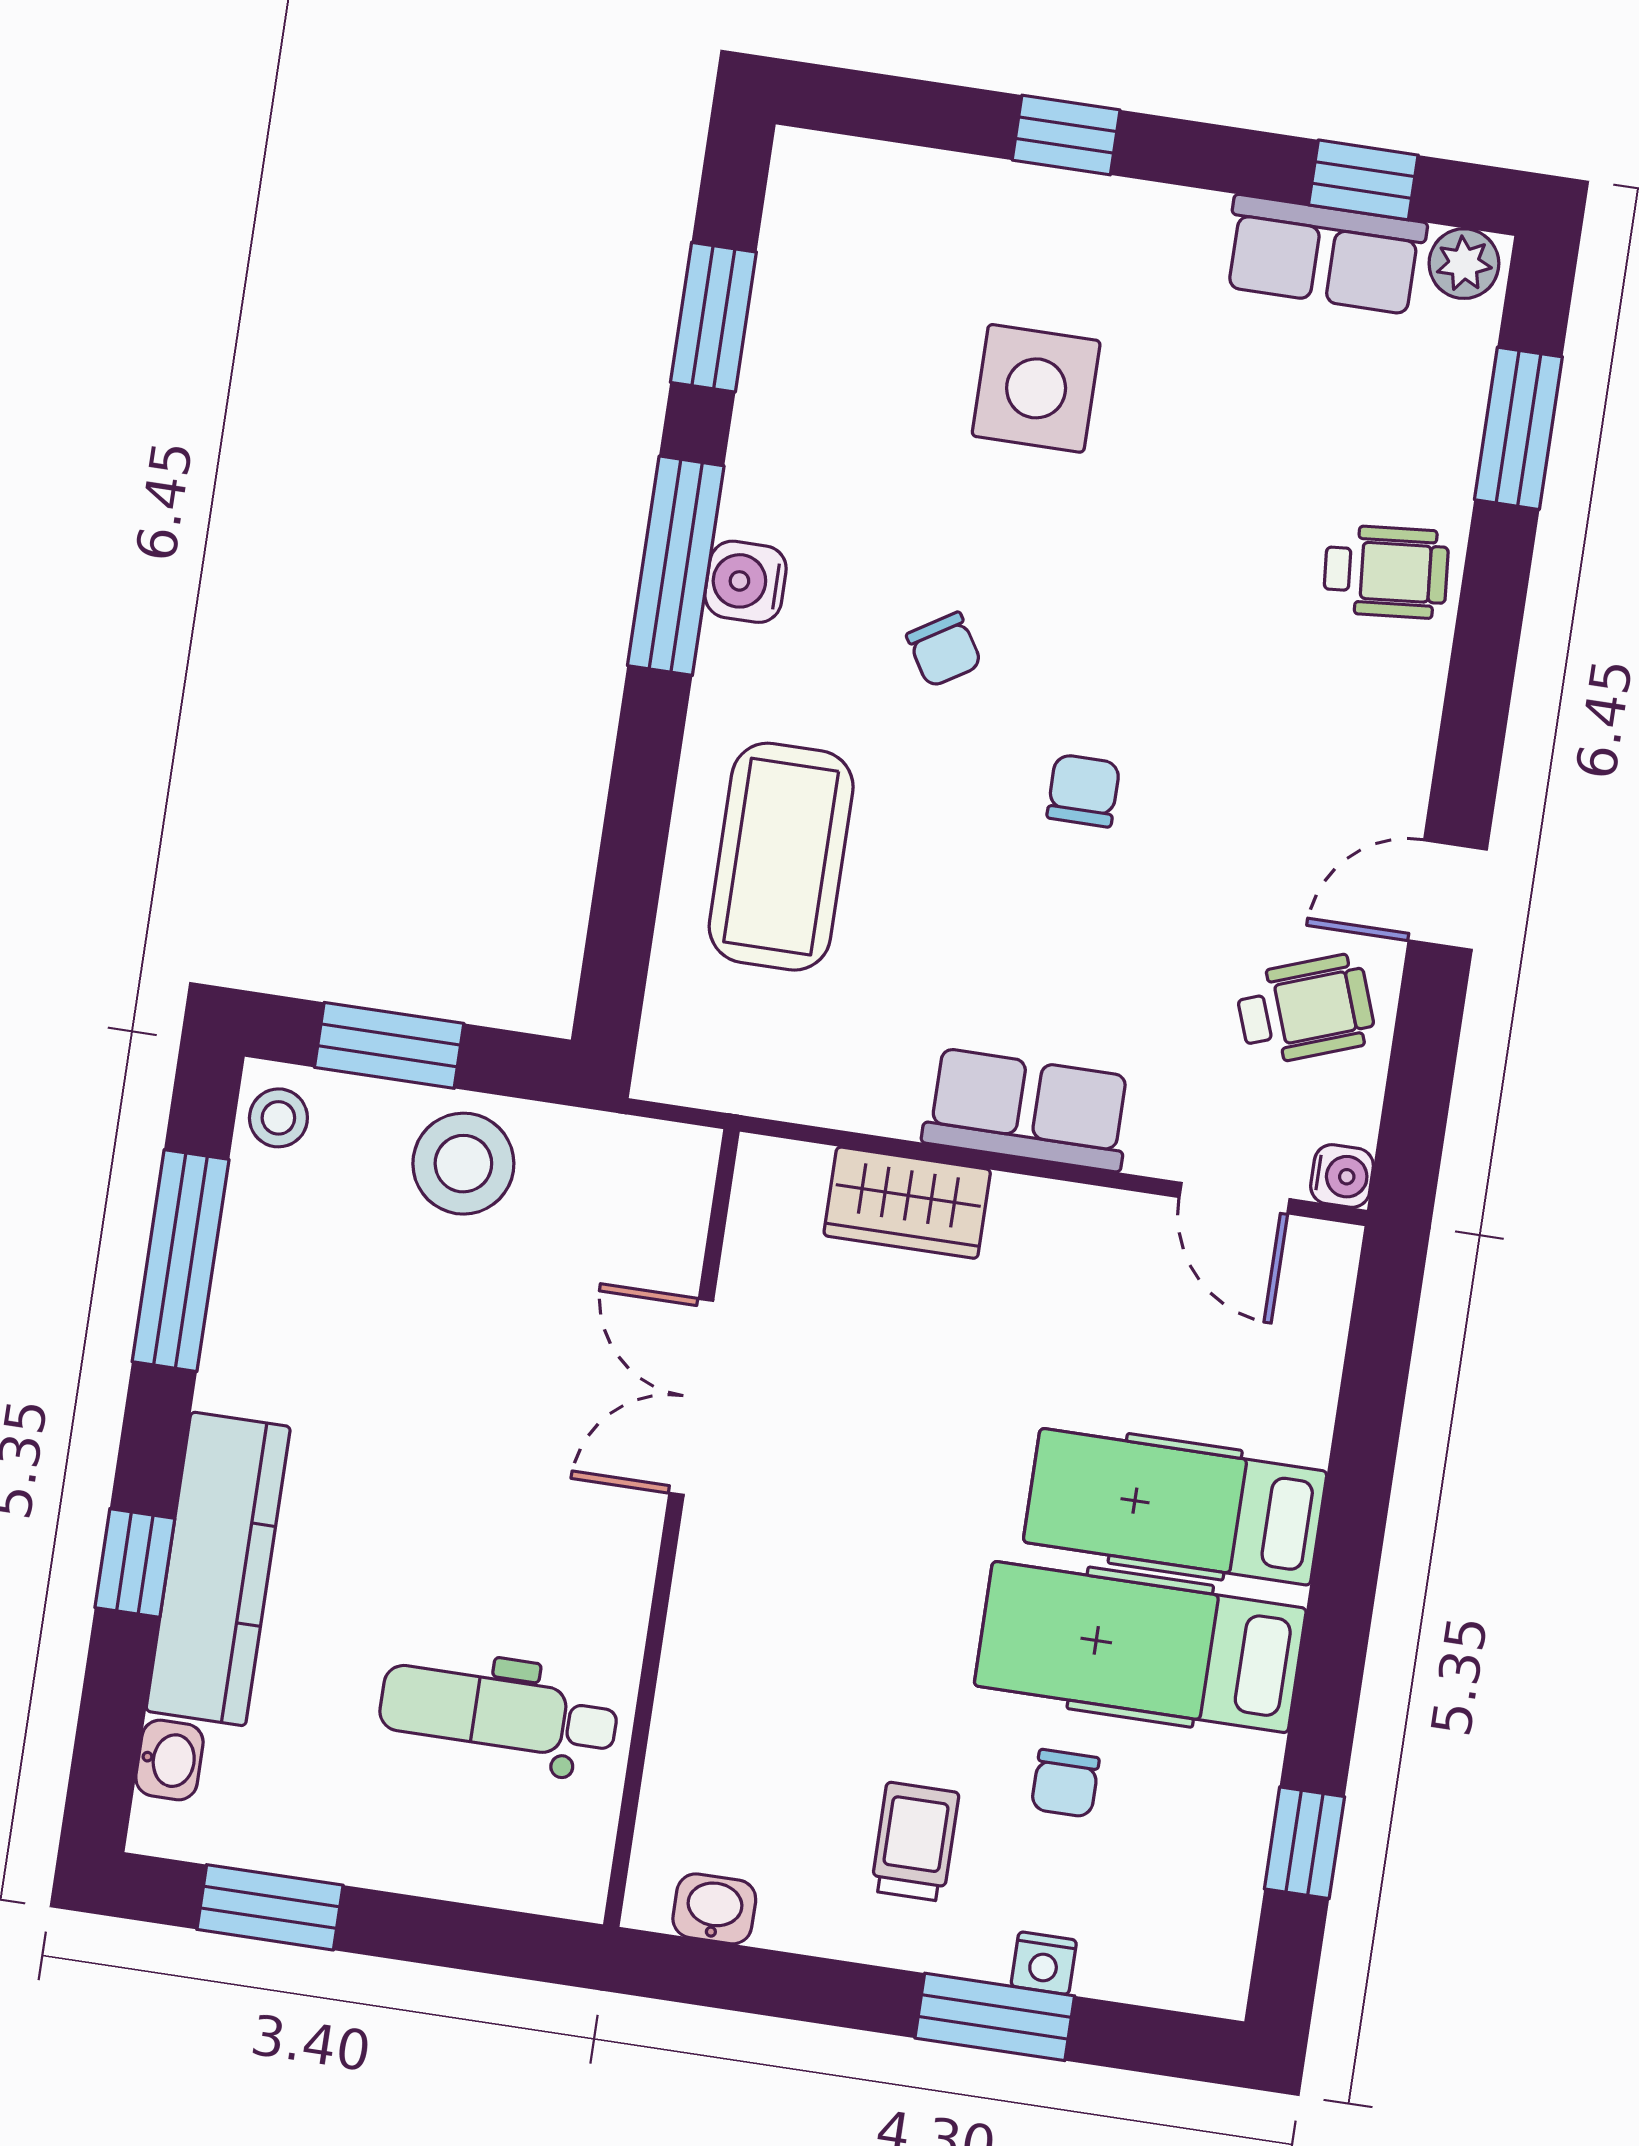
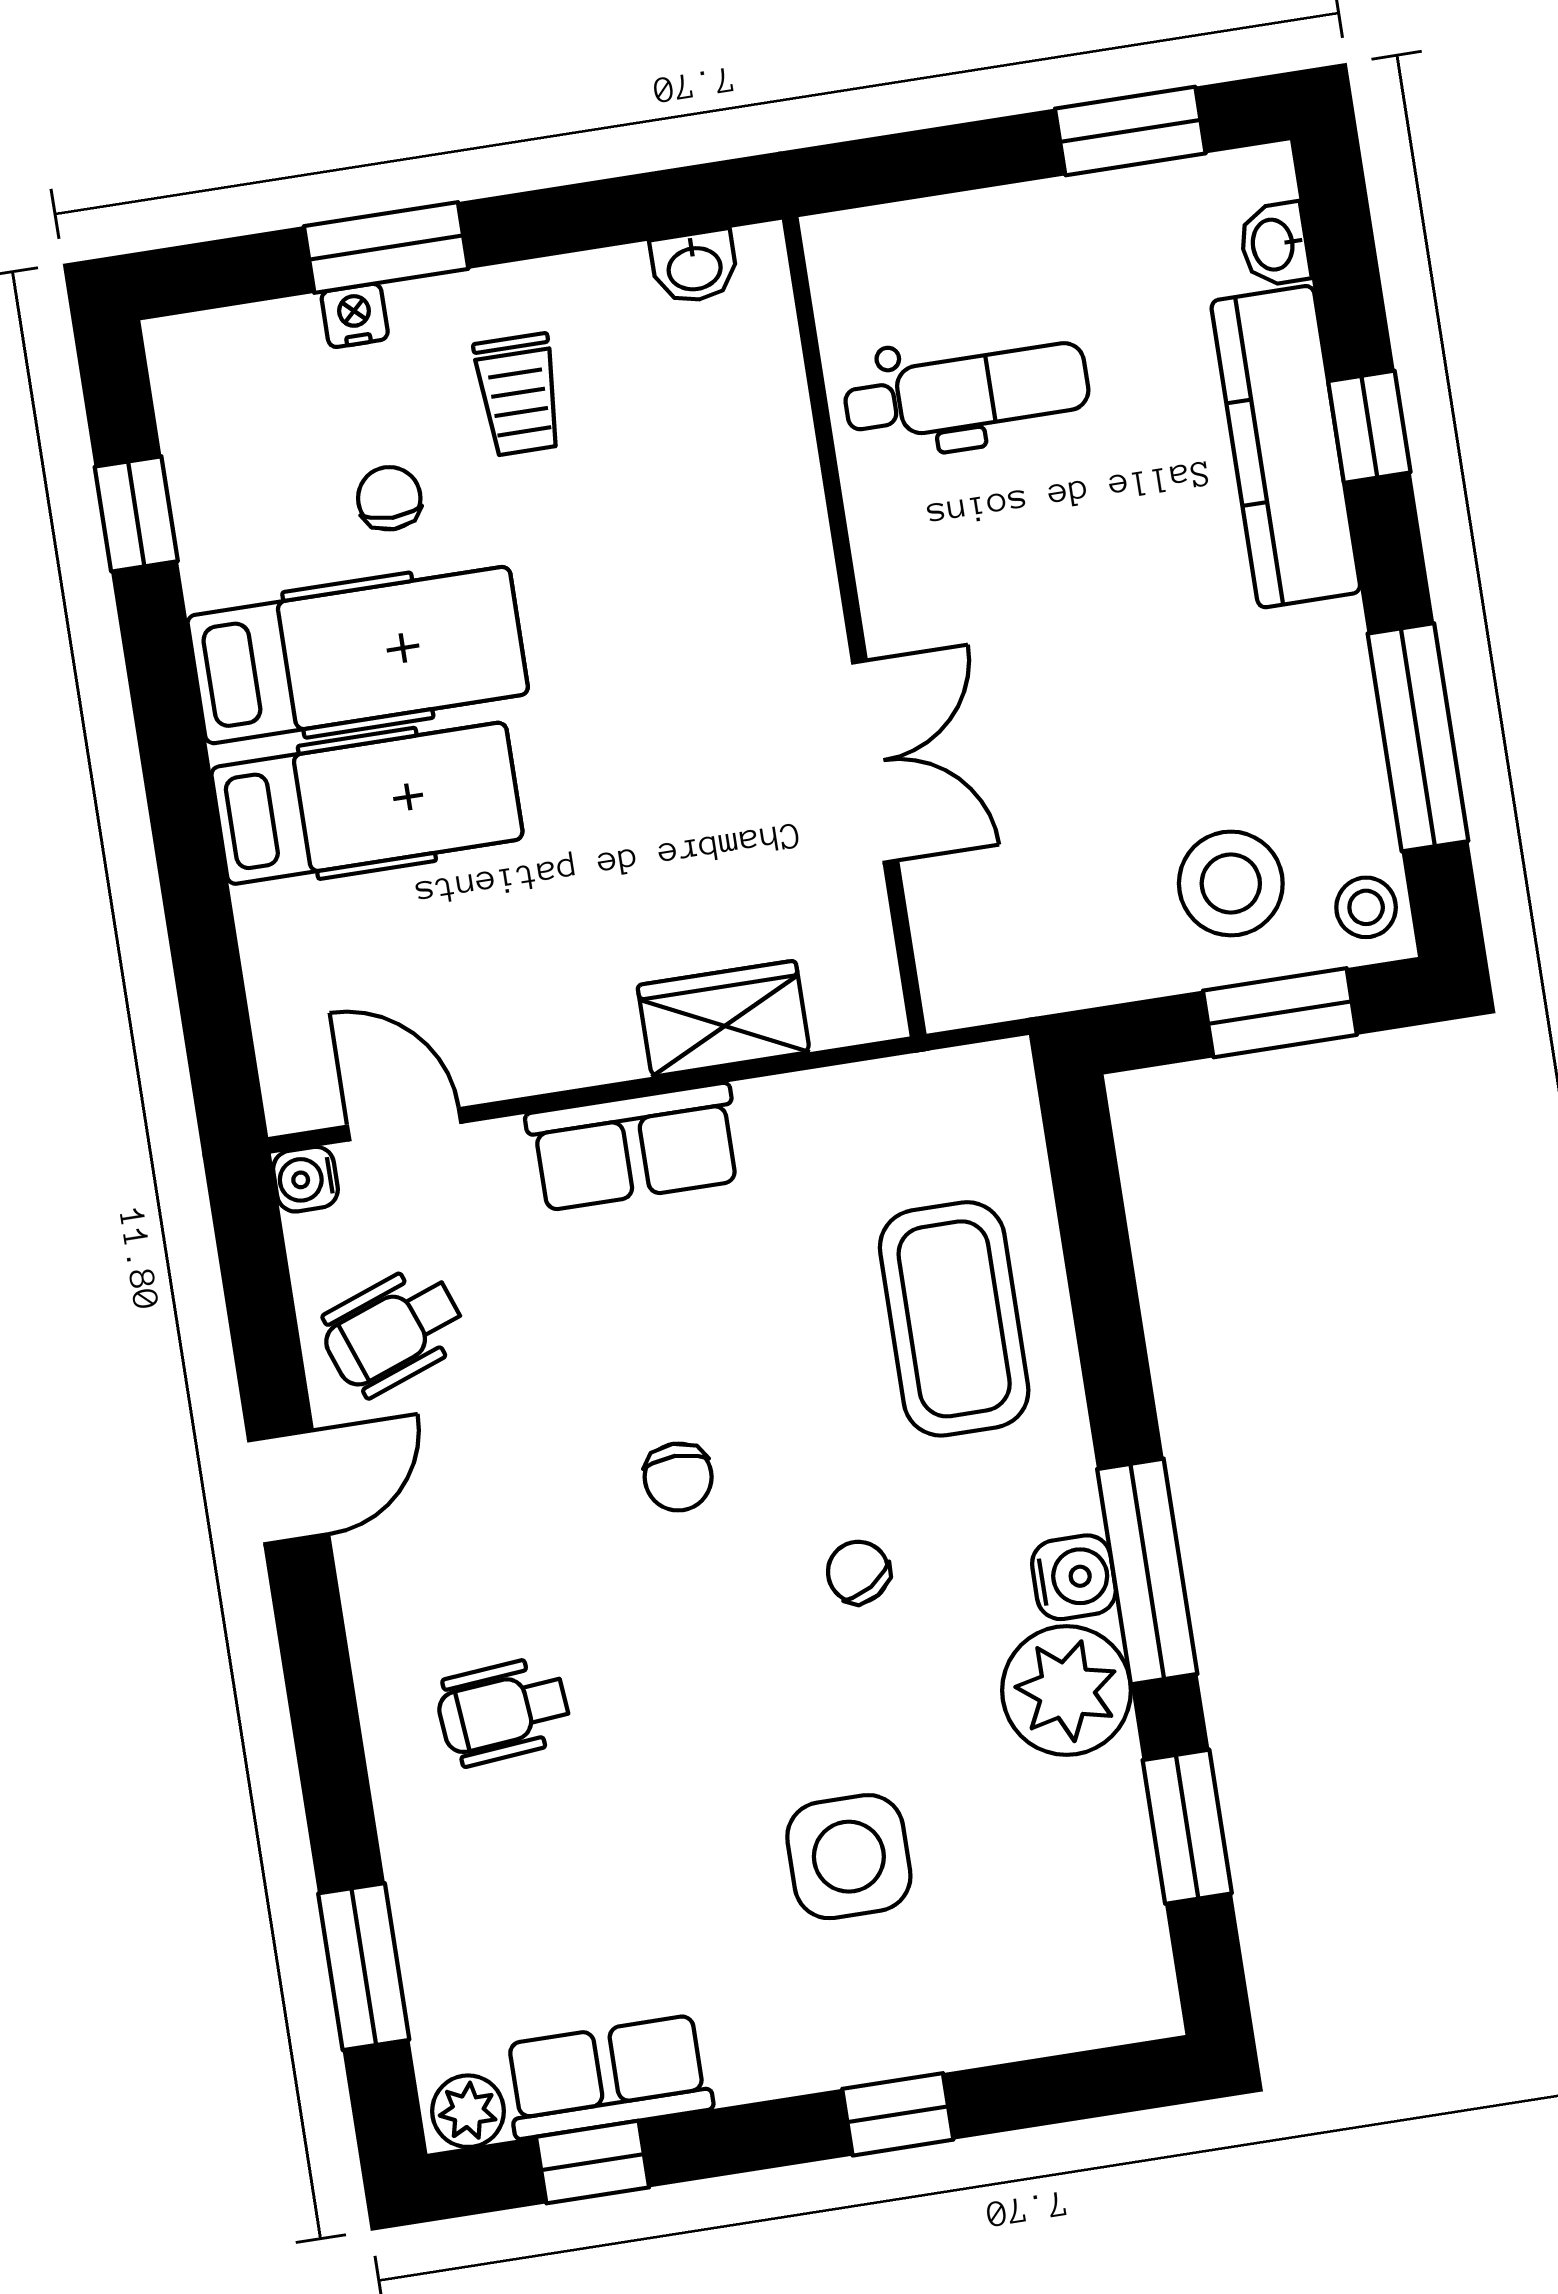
plant: (785, 479) -> (1067, 1690), added
wheelchair: (1386, 572) -> (503, 1711), moved
stool: (463, 1164) -> (1231, 883), moved

